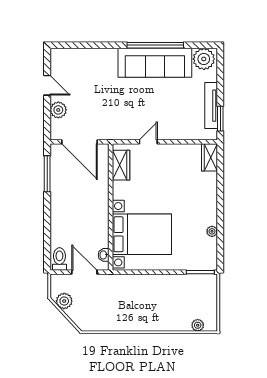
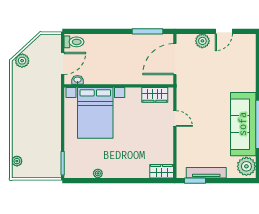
plant: (64, 301) -> (22, 61), moved

